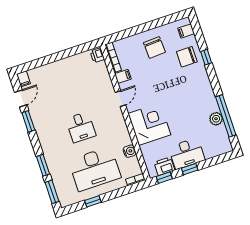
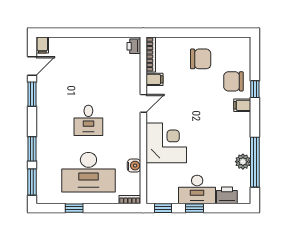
filing cabinet: (186, 31) -> (242, 105), moved
chair: (154, 47) -> (201, 59), turned -87
printer: (164, 166) -> (227, 195), moved

